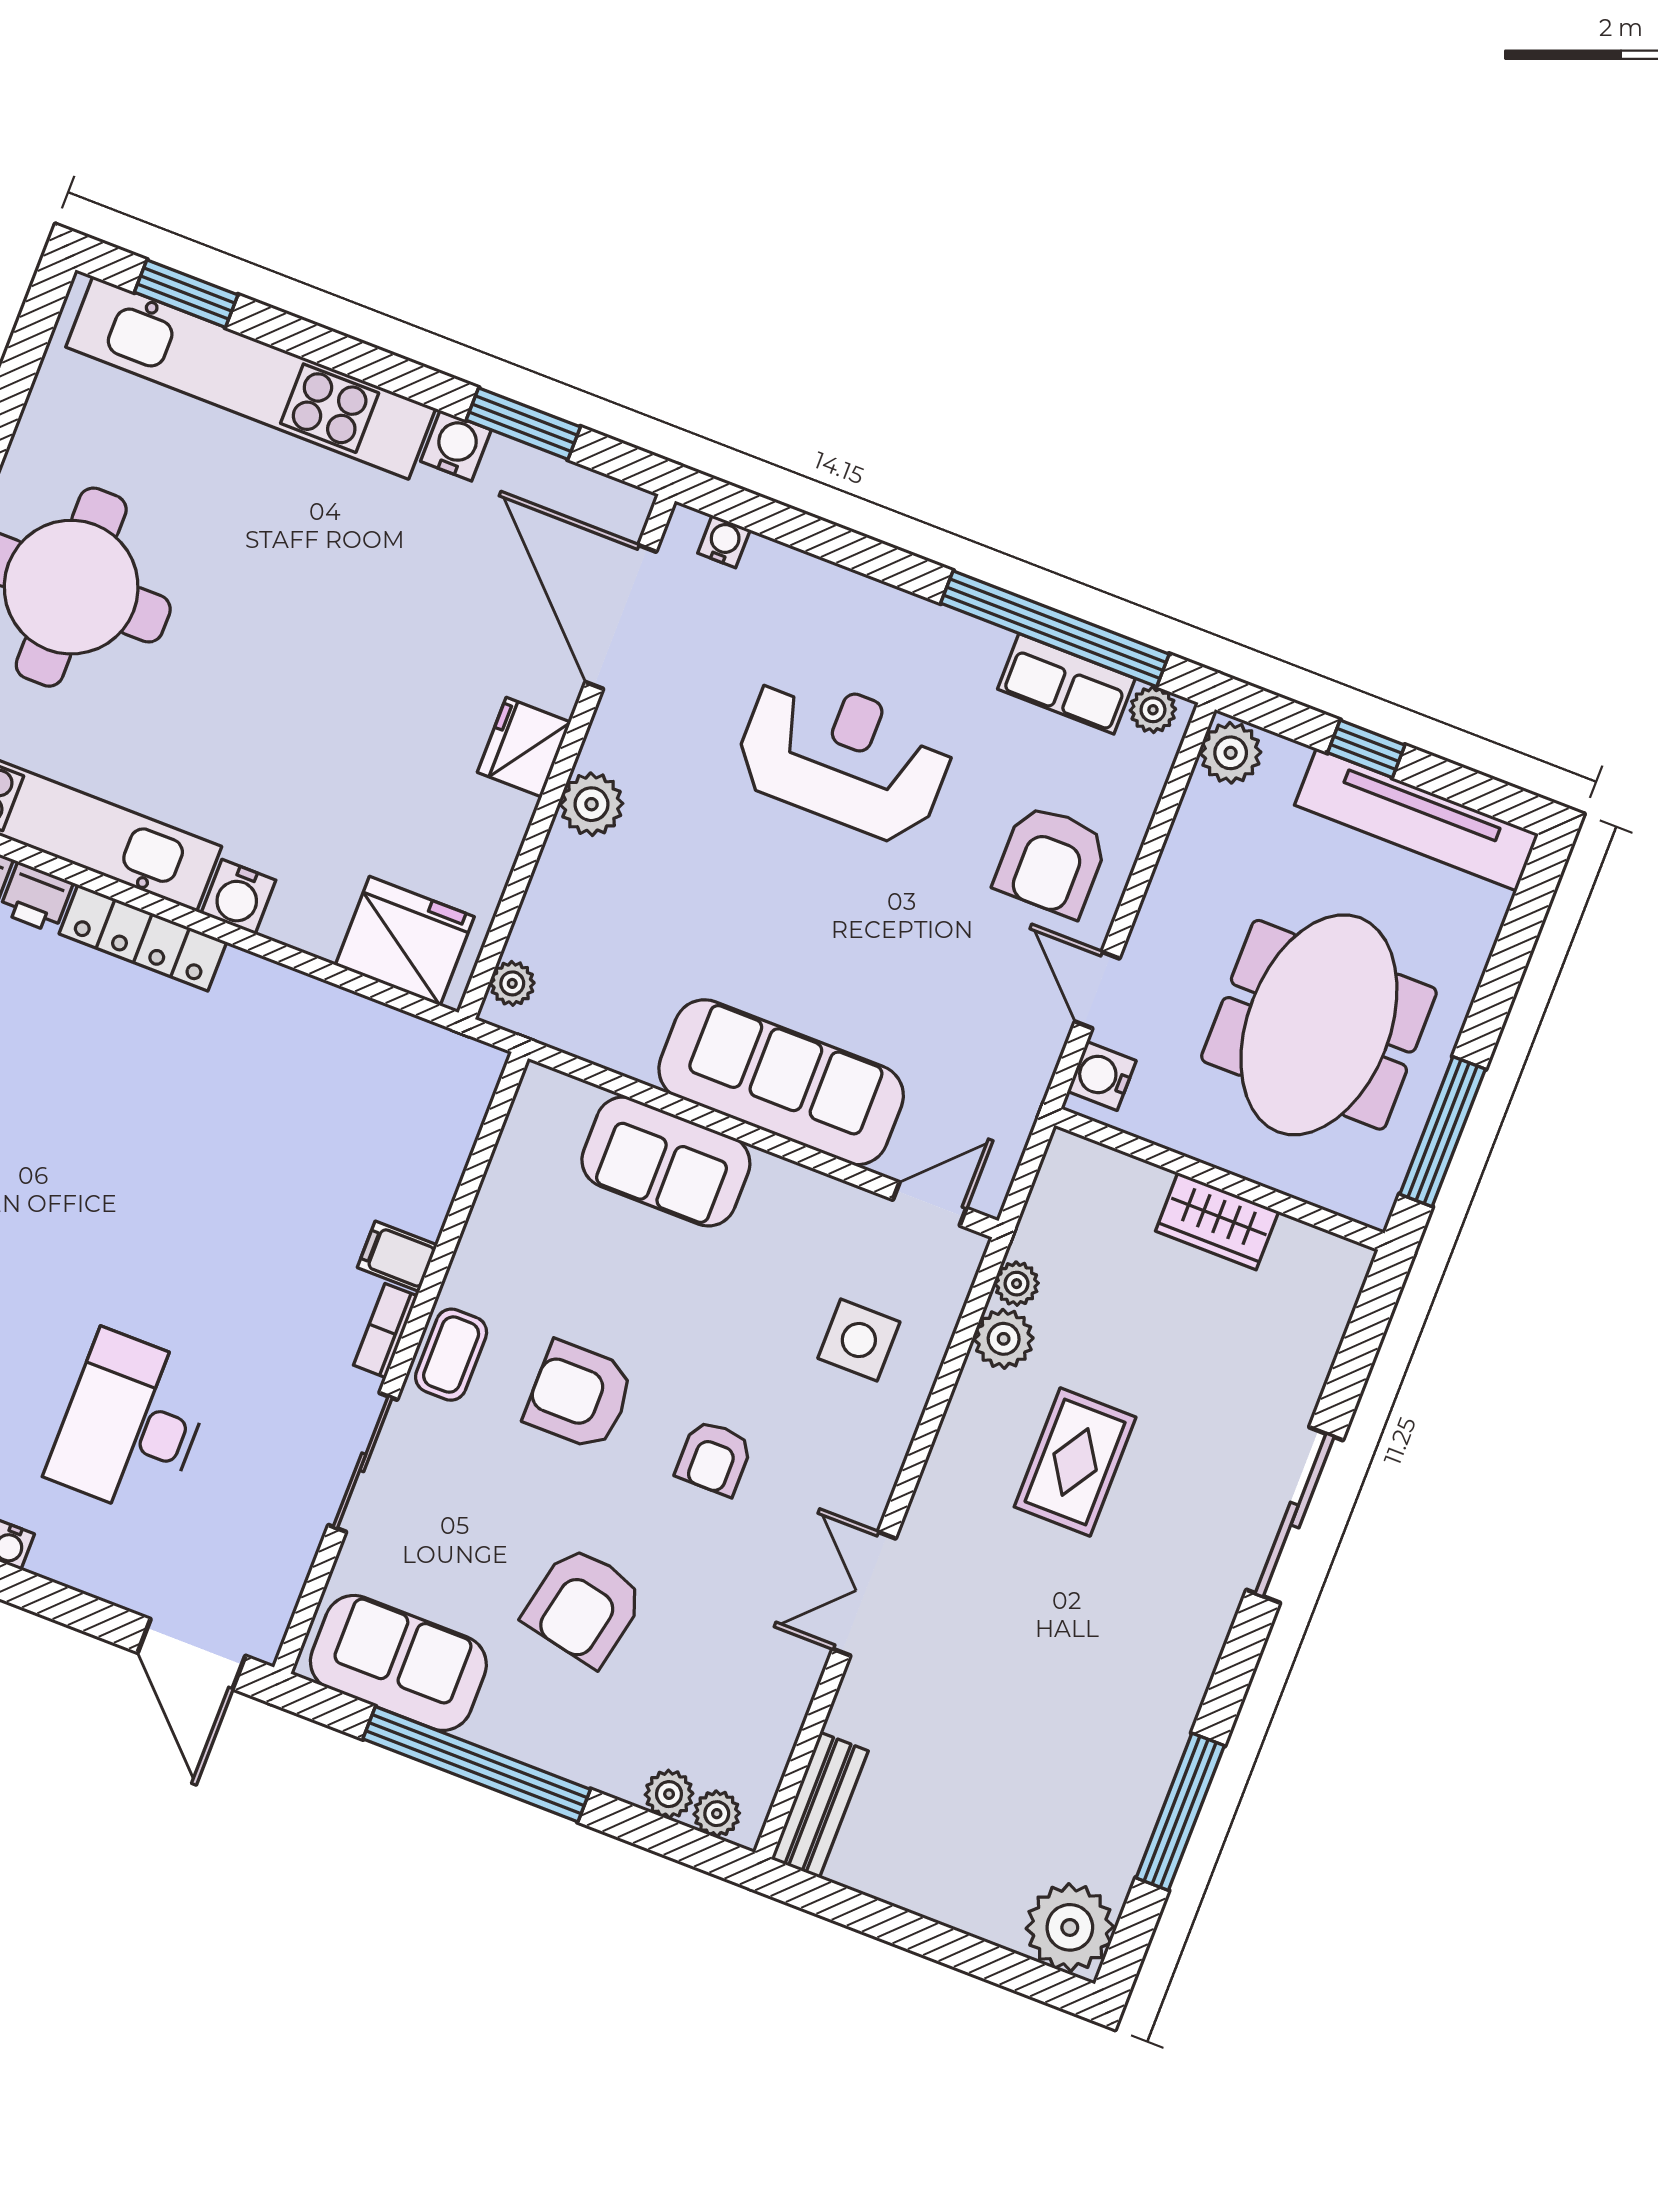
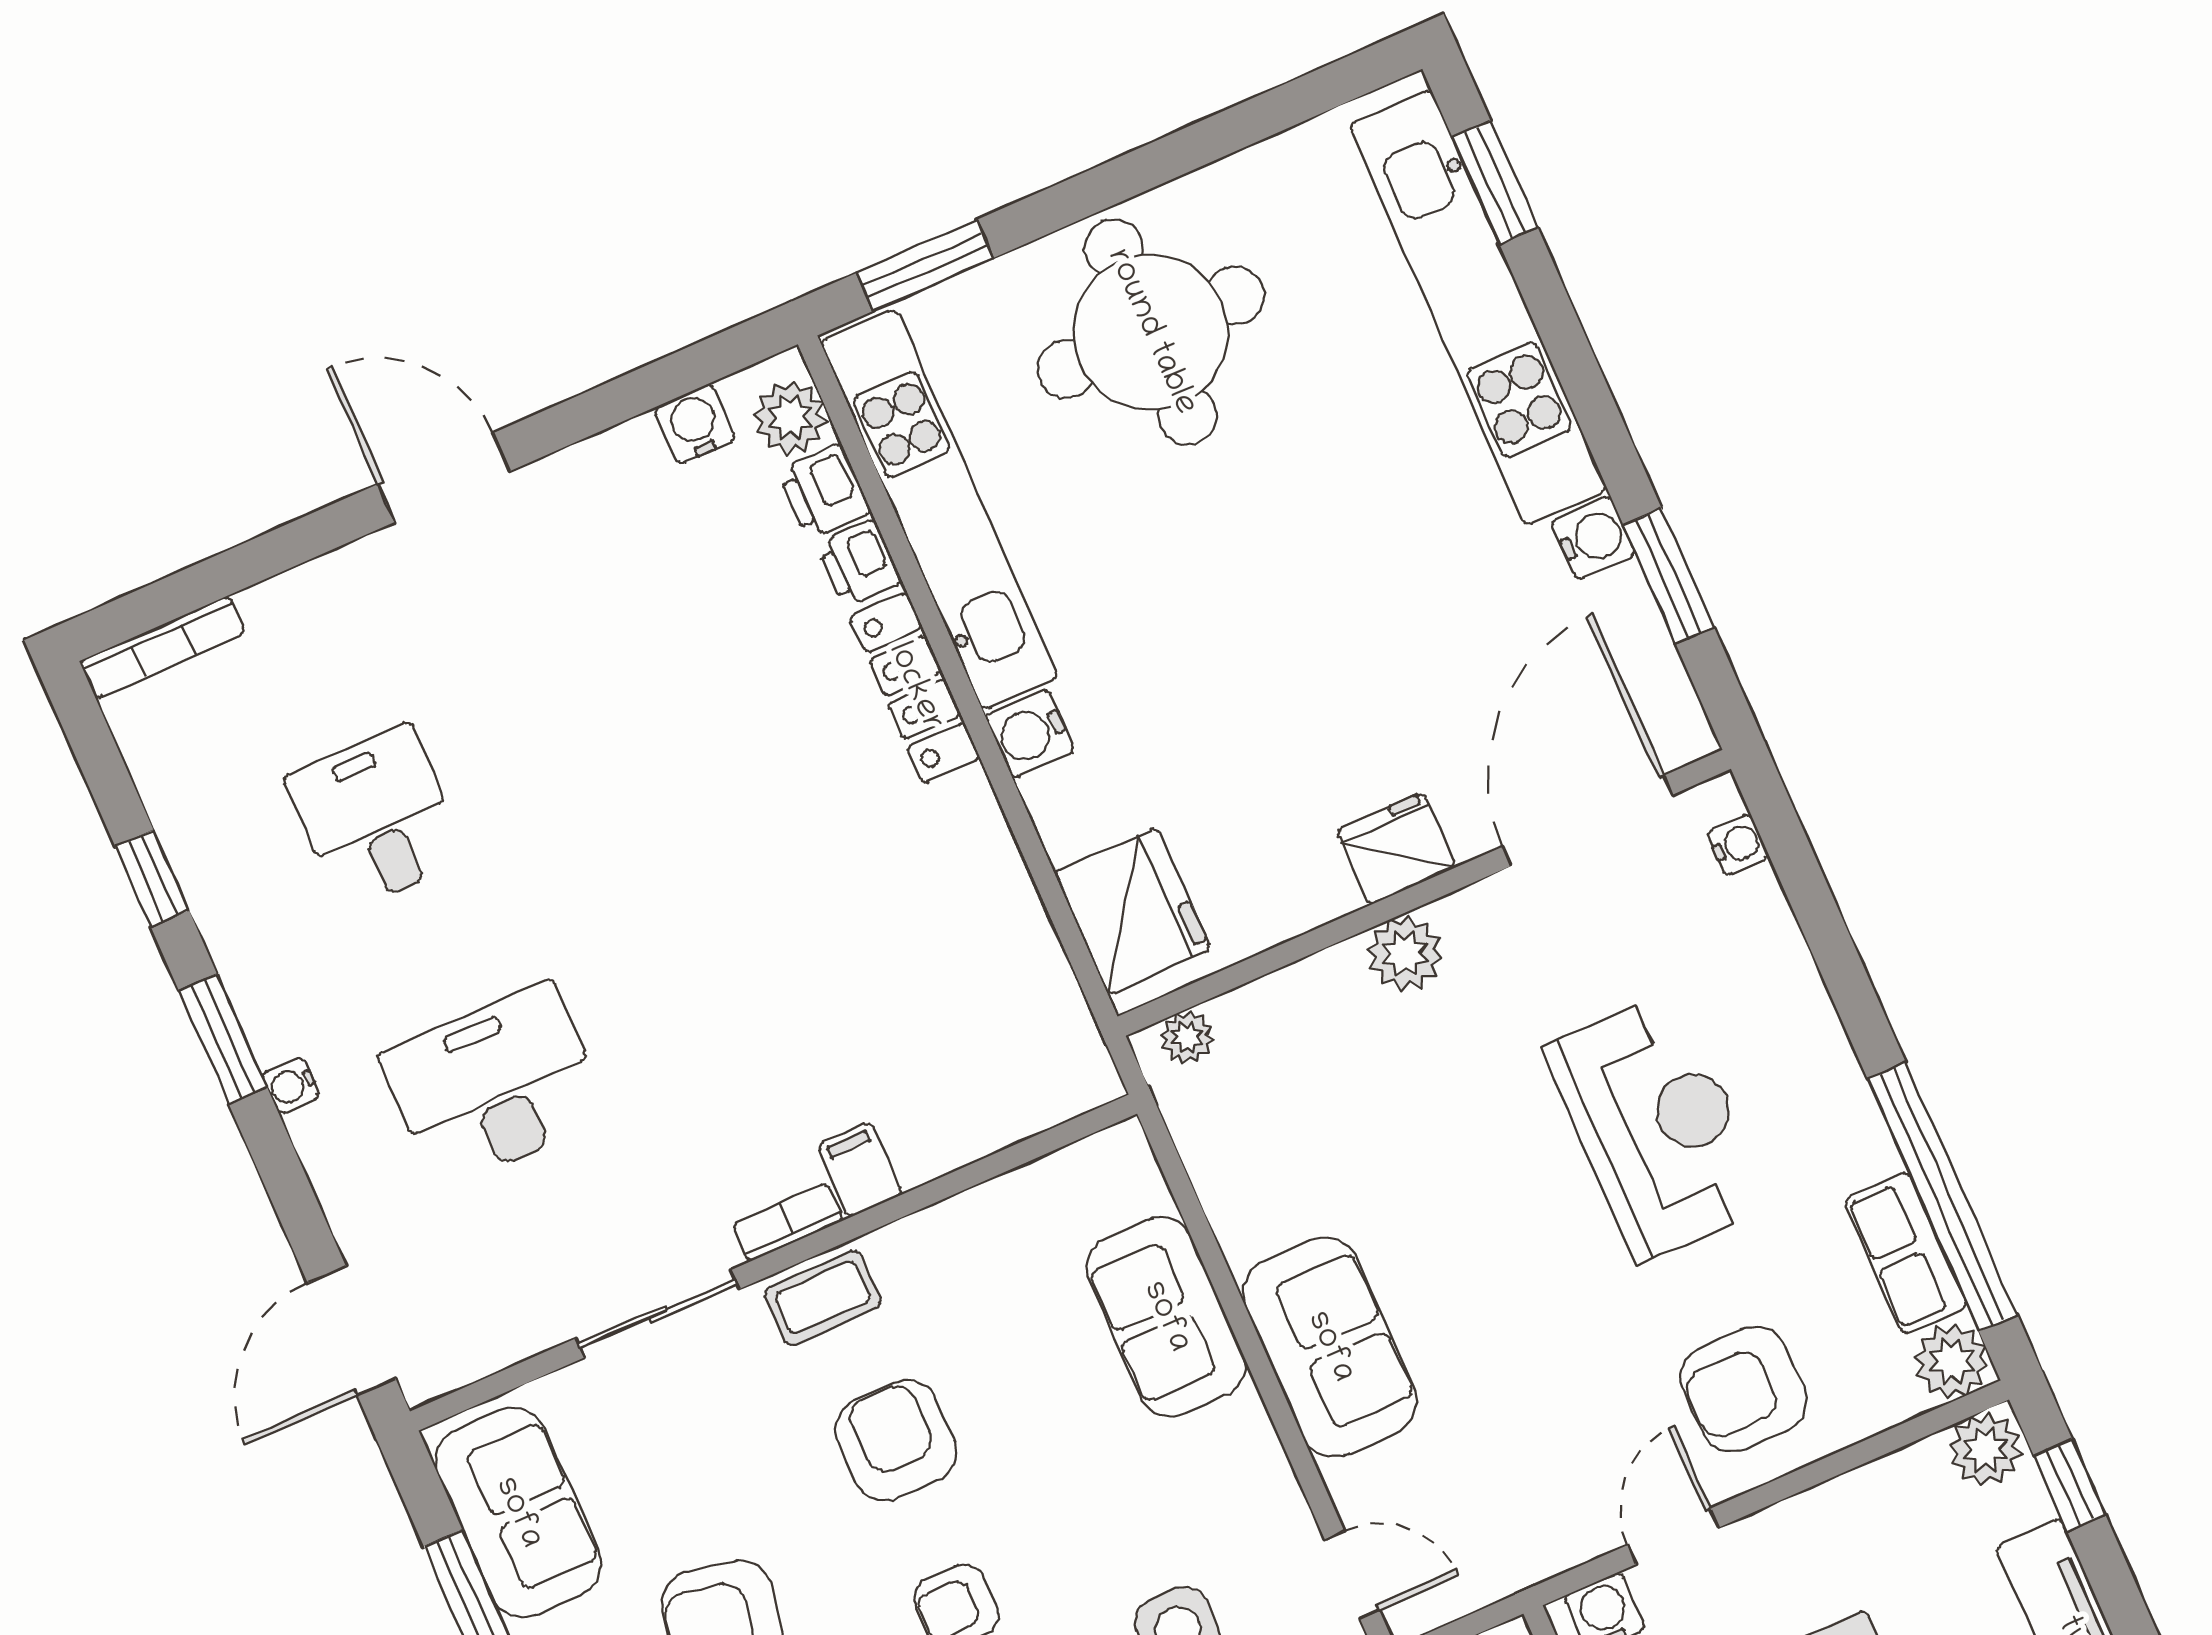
plant: (1153, 710) -> (1951, 1361), width x1.38, depth x1.38
window: (1366, 749) -> (2070, 1485), moved
sofa: (781, 1082) -> (1330, 1347), width x0.73

